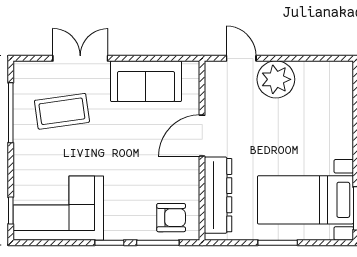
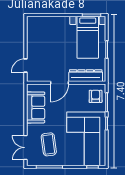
double door: (80, 58) -> (26, 148), moved
plant: (276, 79) -> (35, 50), removed
door: (202, 136) -> (60, 83), hinge flipped
corner sofa: (58, 208) -> (86, 139), width x1.36, depth x1.36

